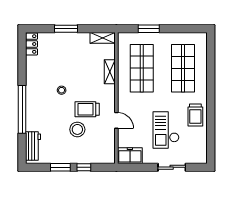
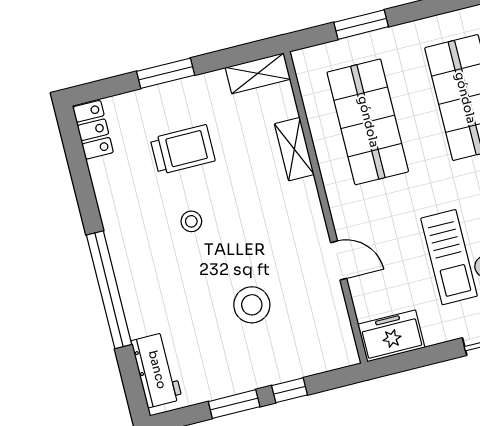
trolley: (87, 109) -> (183, 150), moved, turned 180

